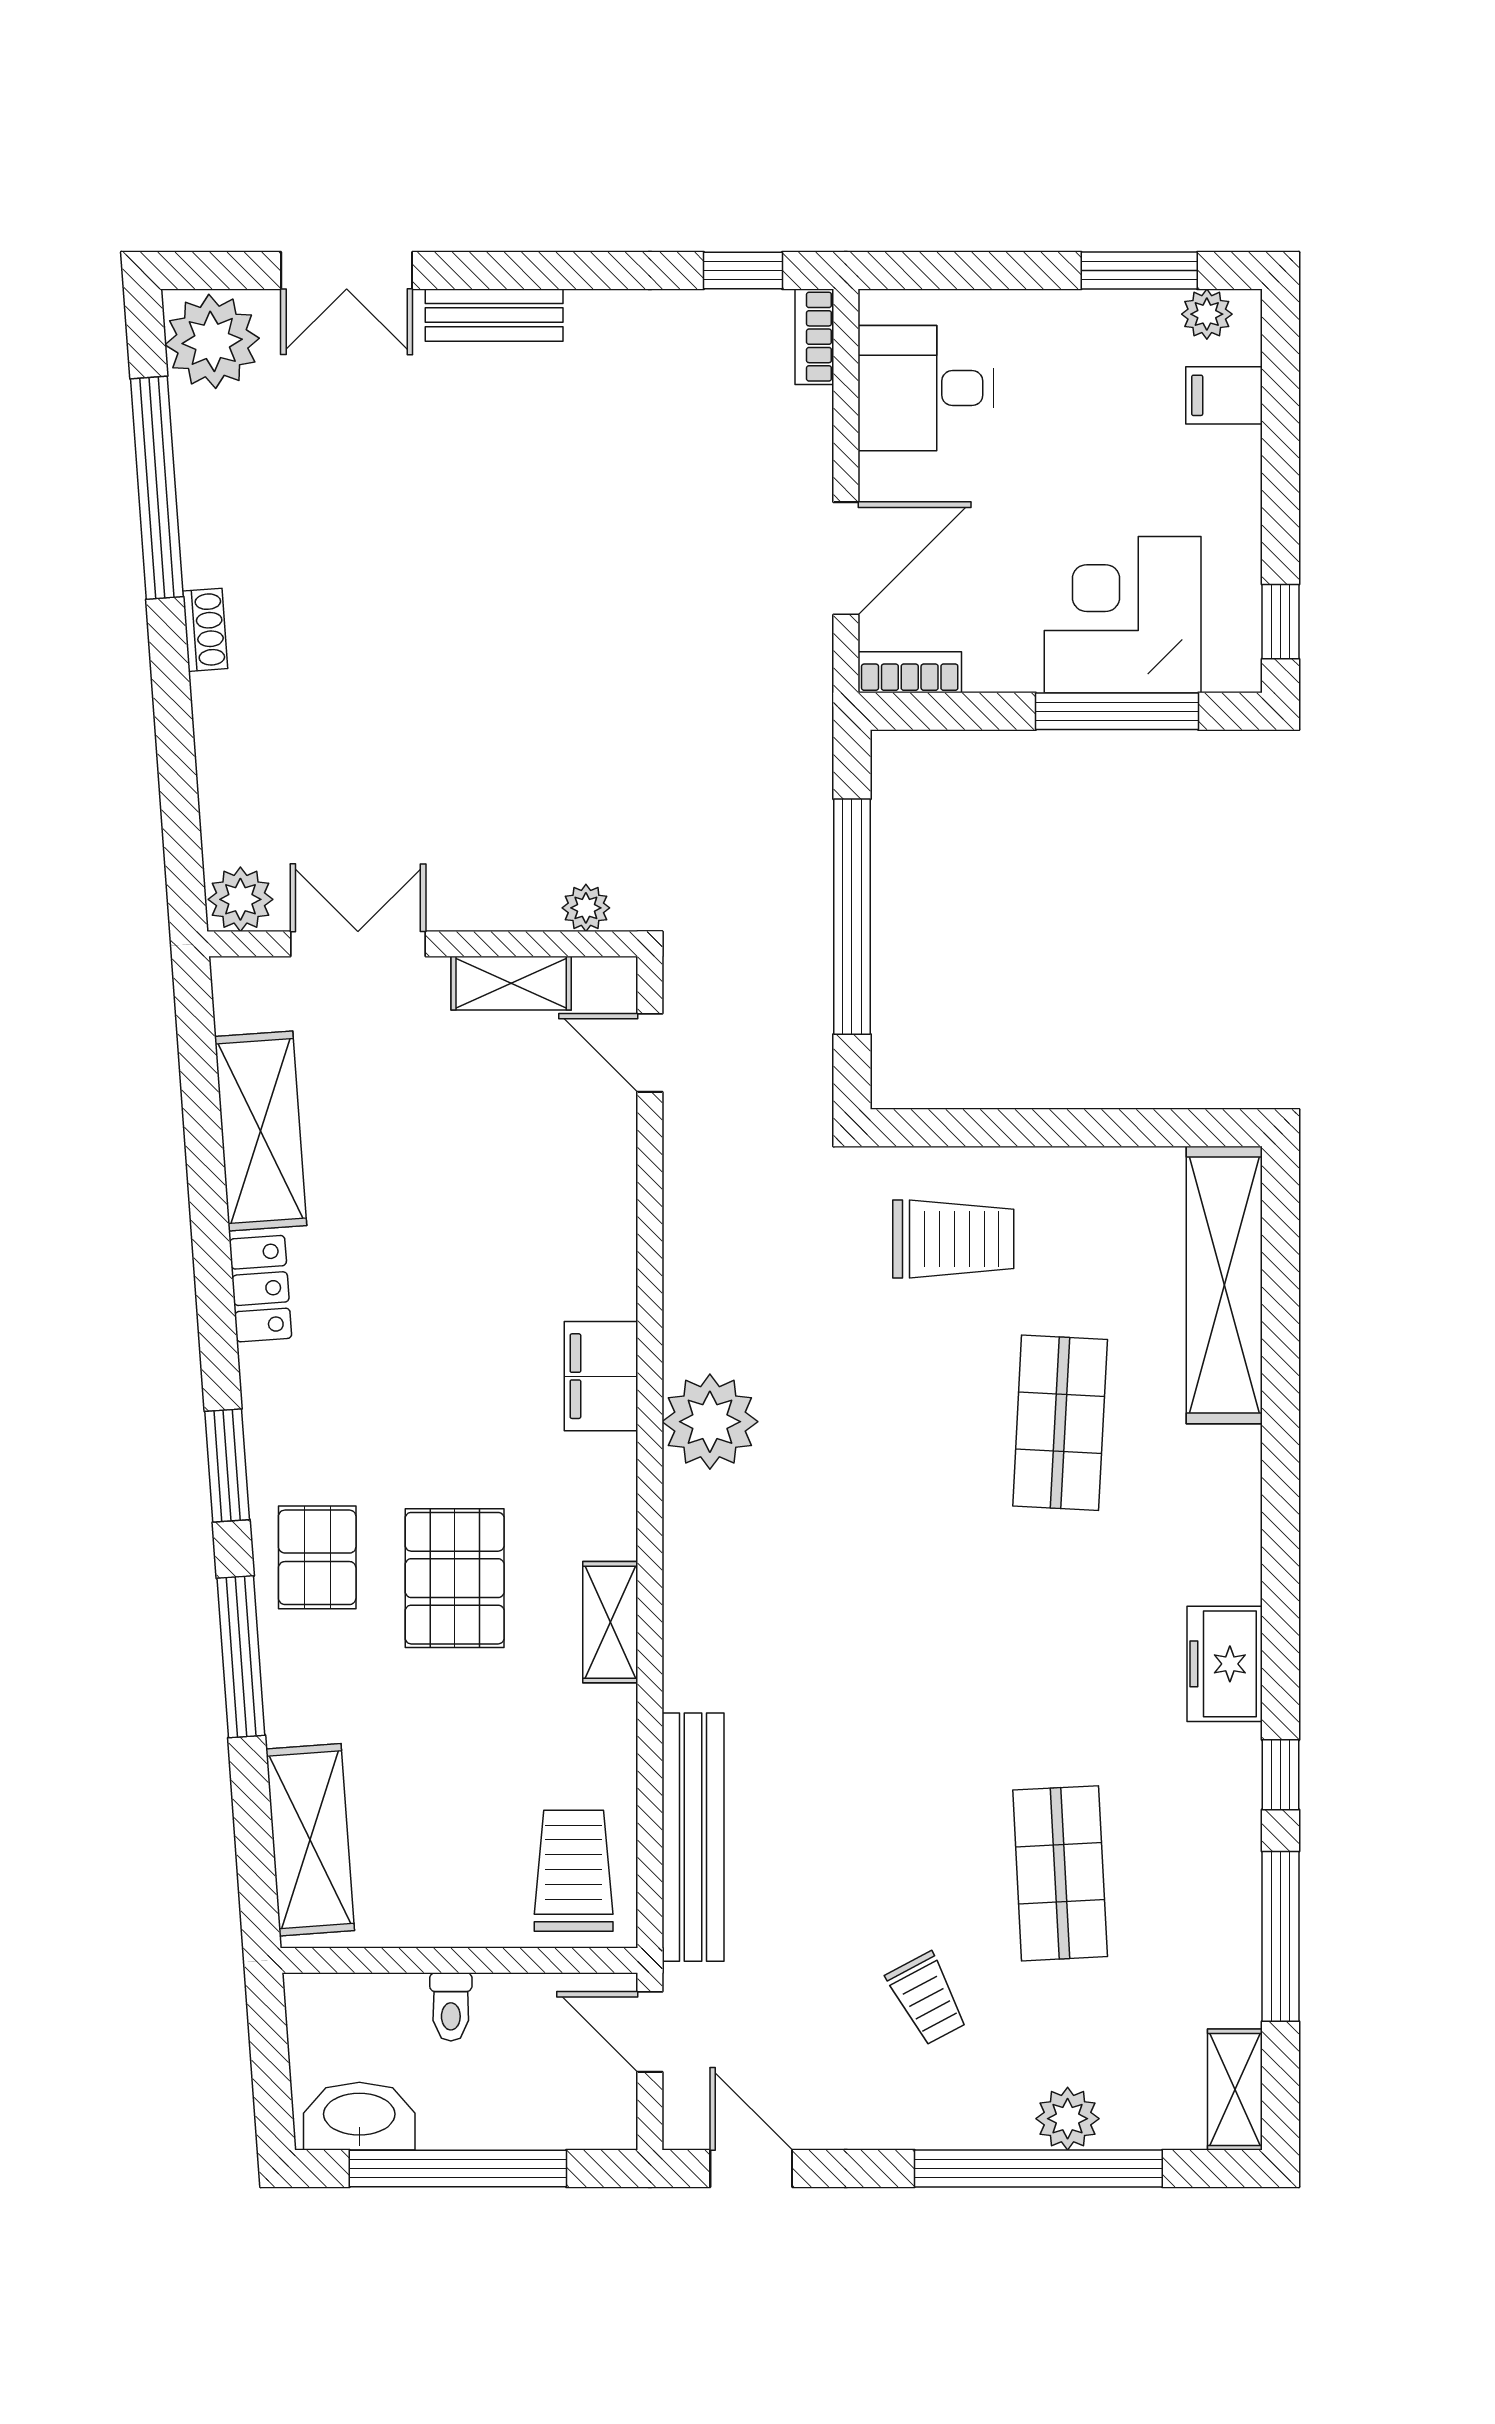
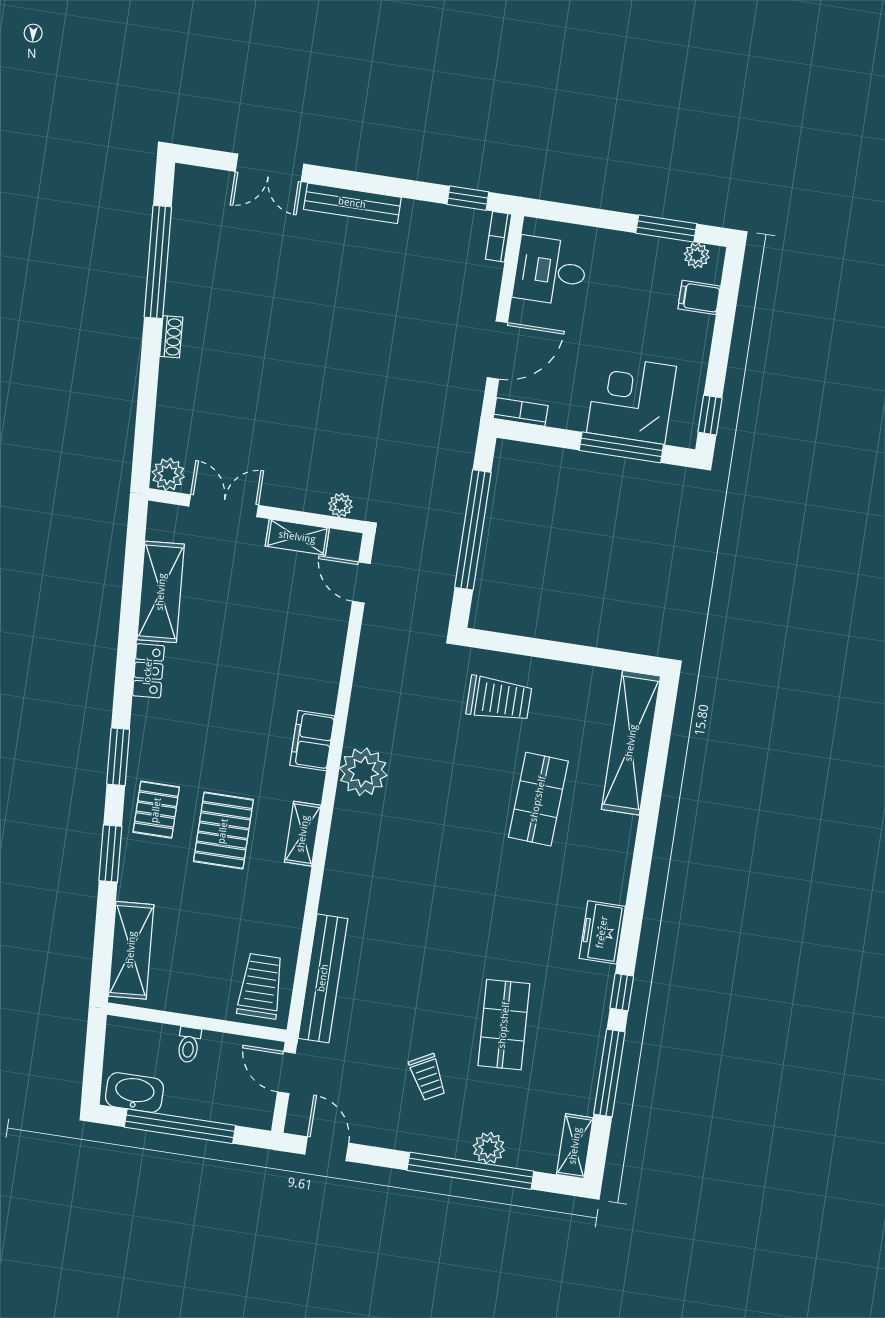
bench: (494, 315) -> (352, 203), width x1.36
plant: (212, 341) -> (197, 193), removed
shelving: (610, 1622) -> (303, 834), moved
window: (241, 1657) -> (110, 854), width x0.69

